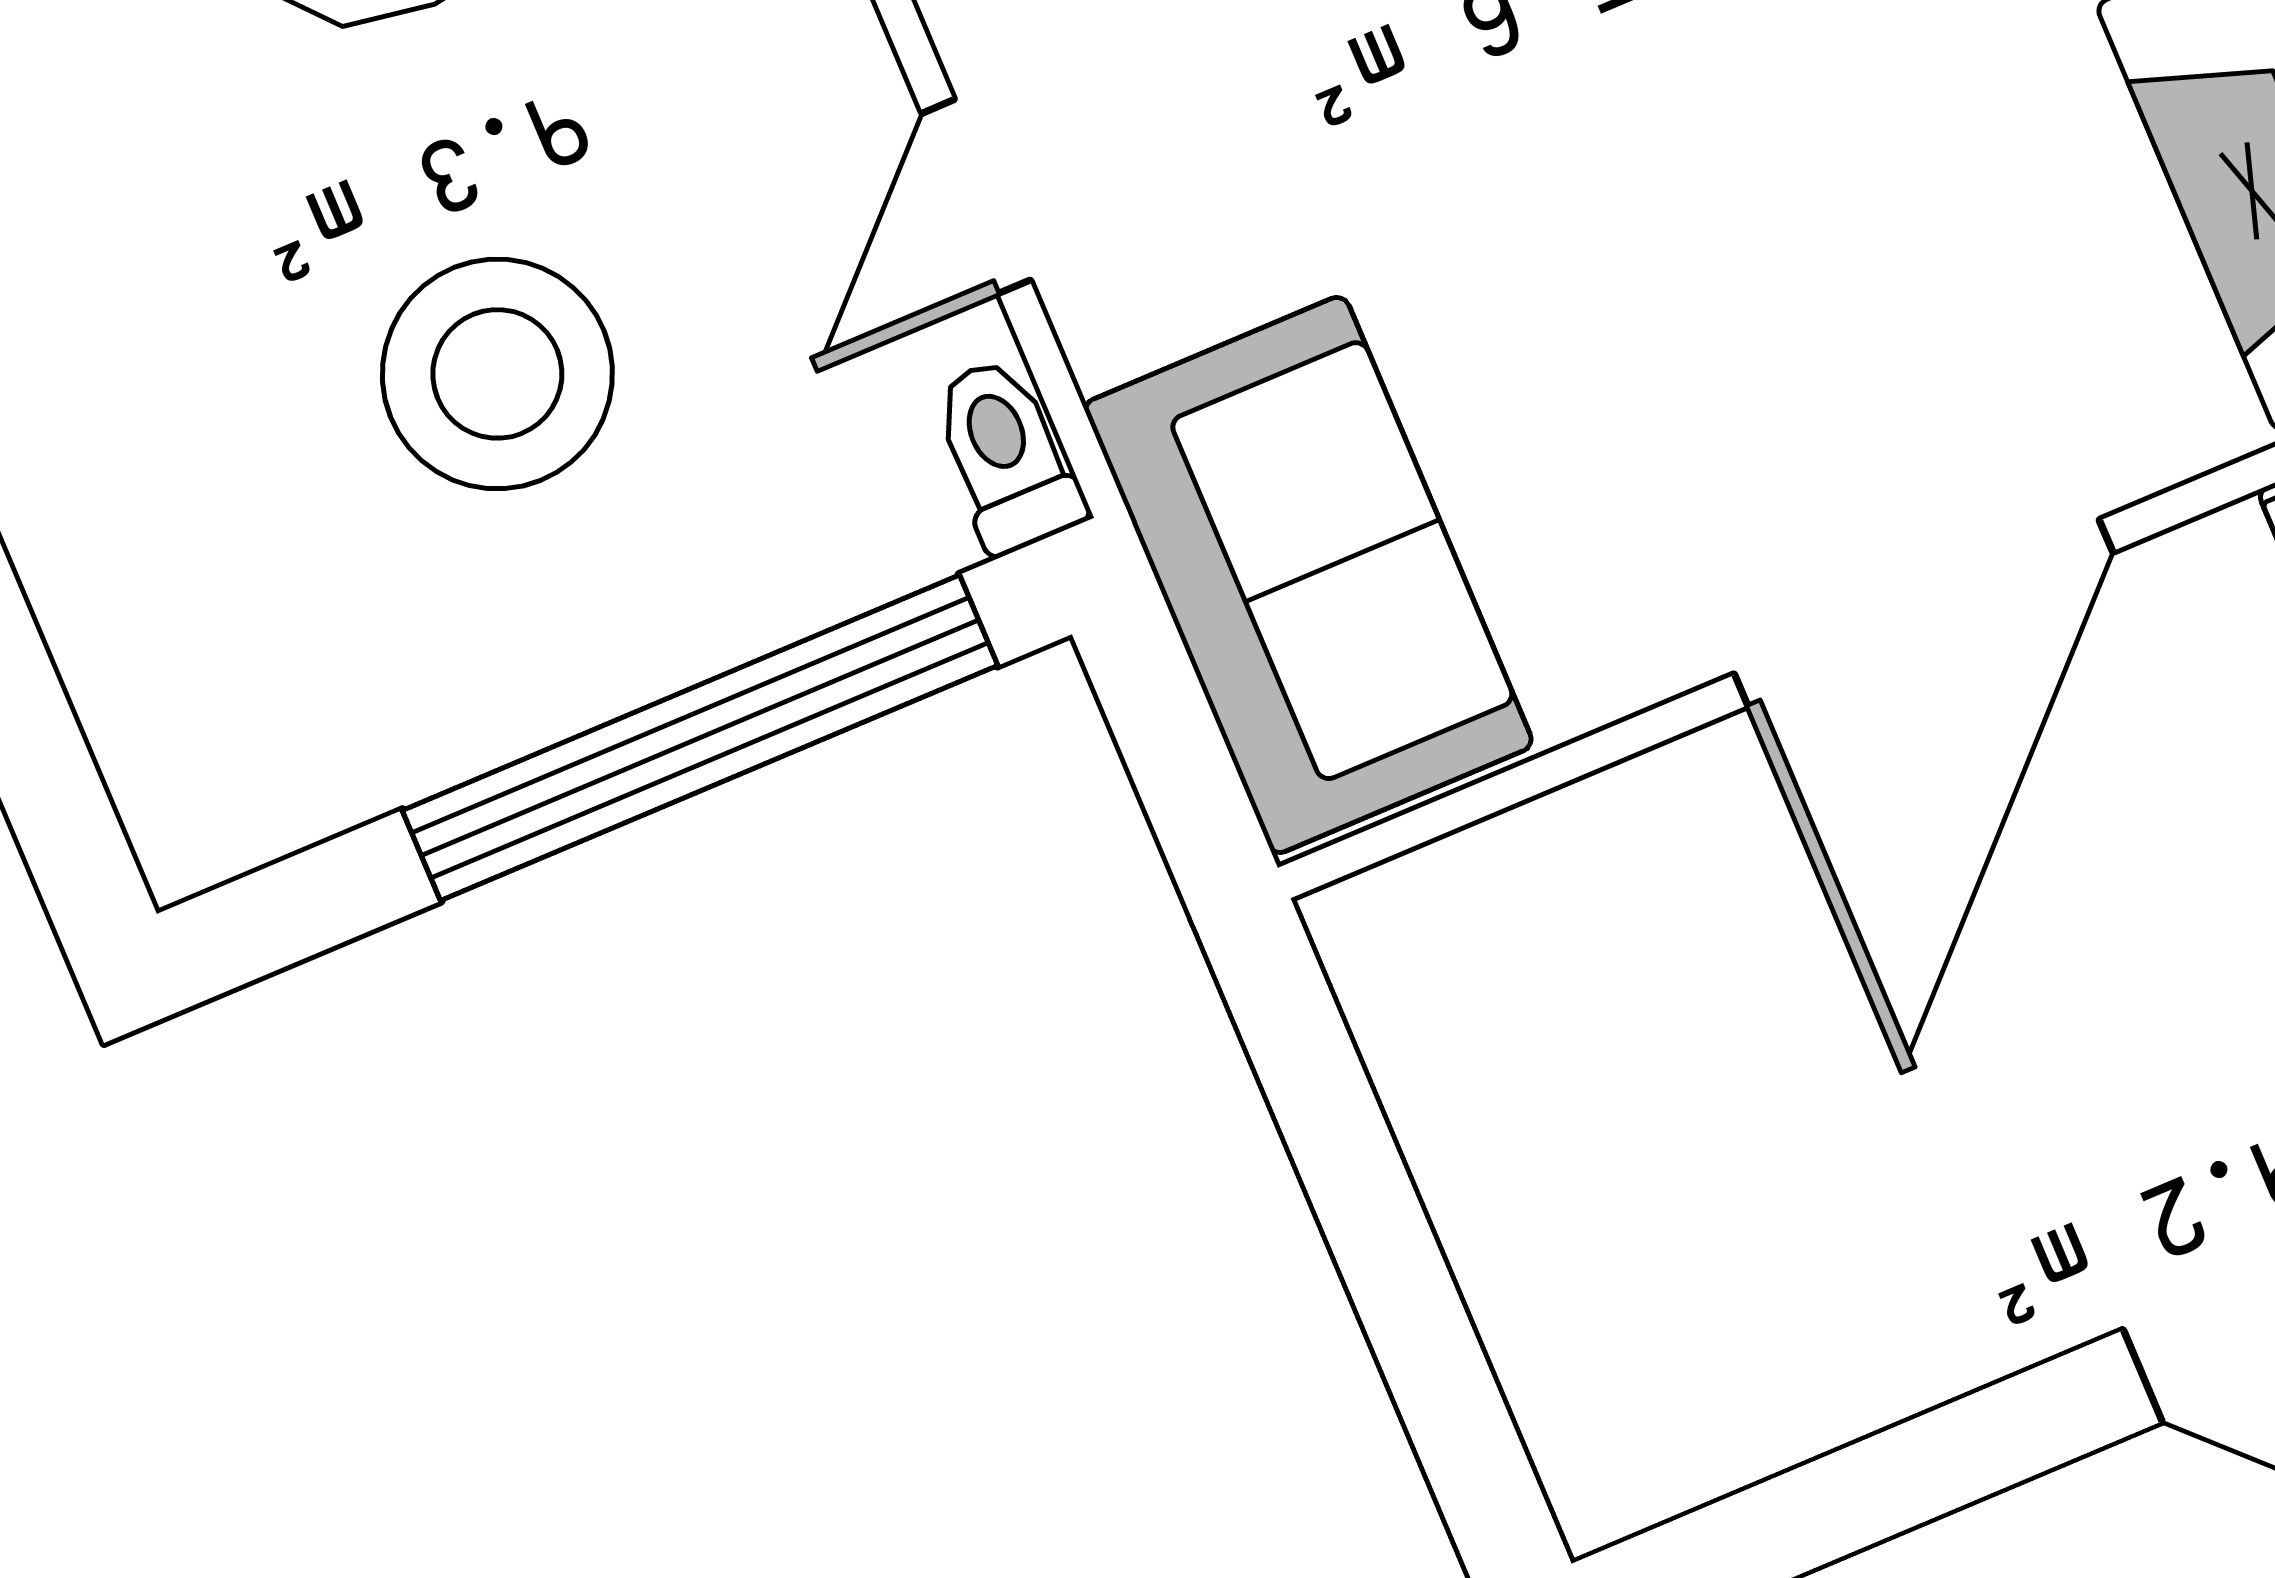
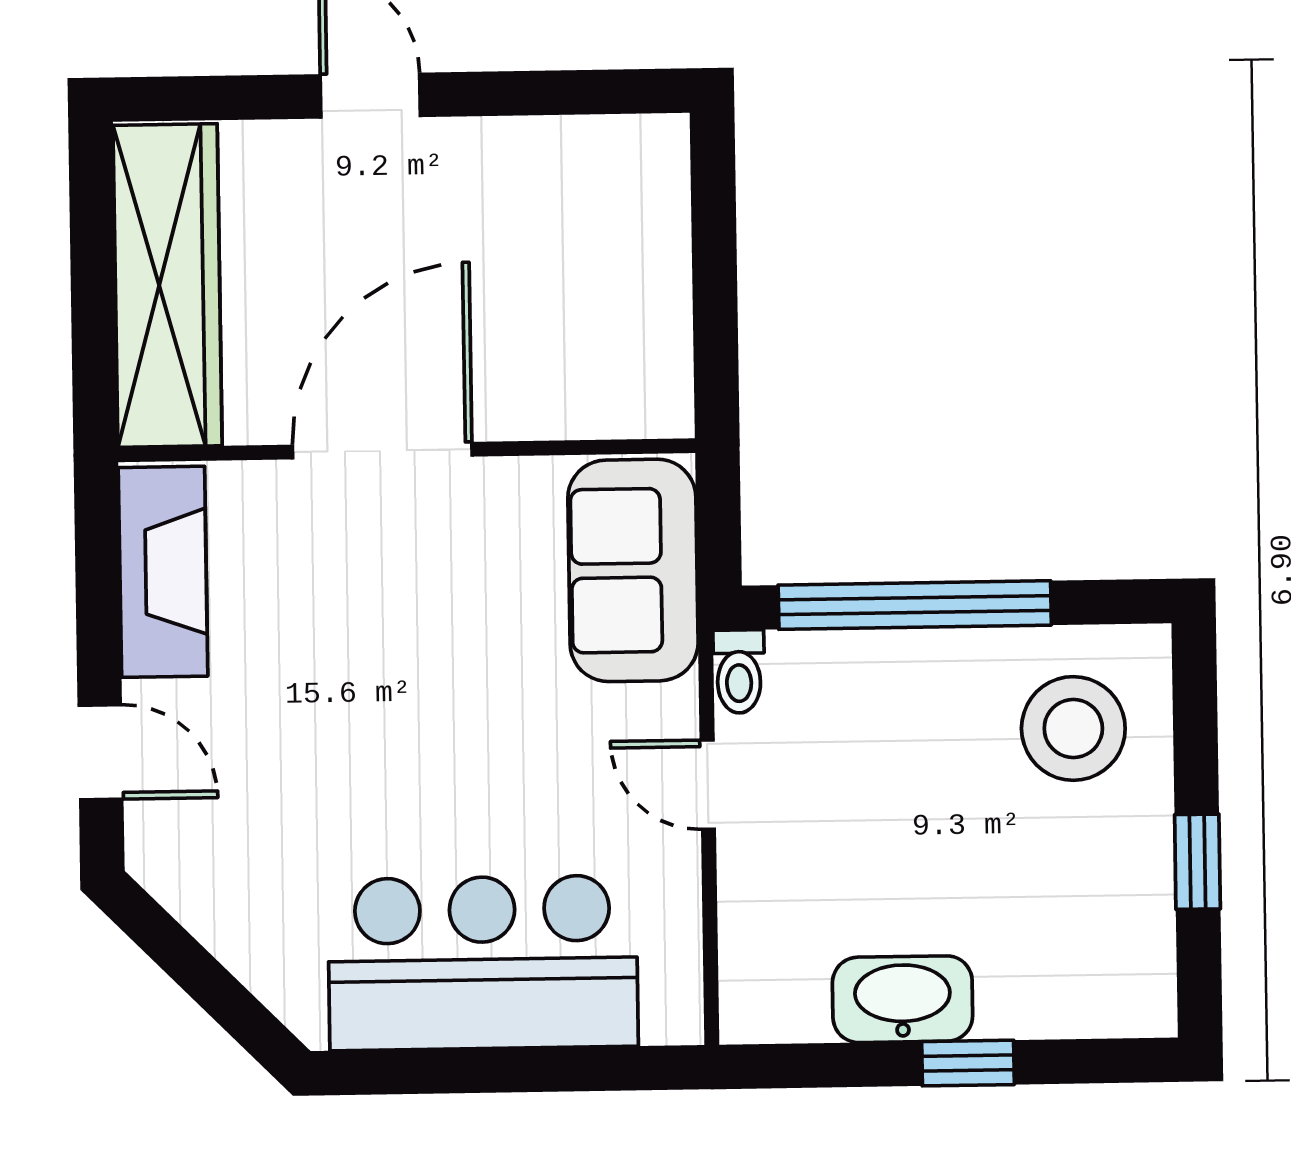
door: (976, 197) -> (708, 785), swing flipped
stool: (497, 374) -> (1073, 728), moved

